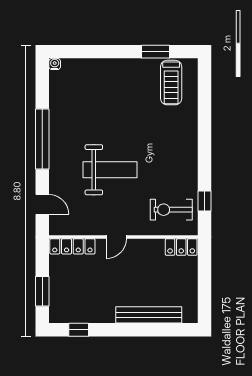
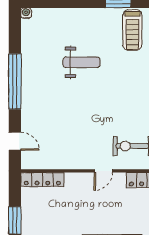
weight bench: (110, 170) -> (82, 62), moved, width x0.73, depth x0.75
door: (116, 237) -> (103, 171), moved

